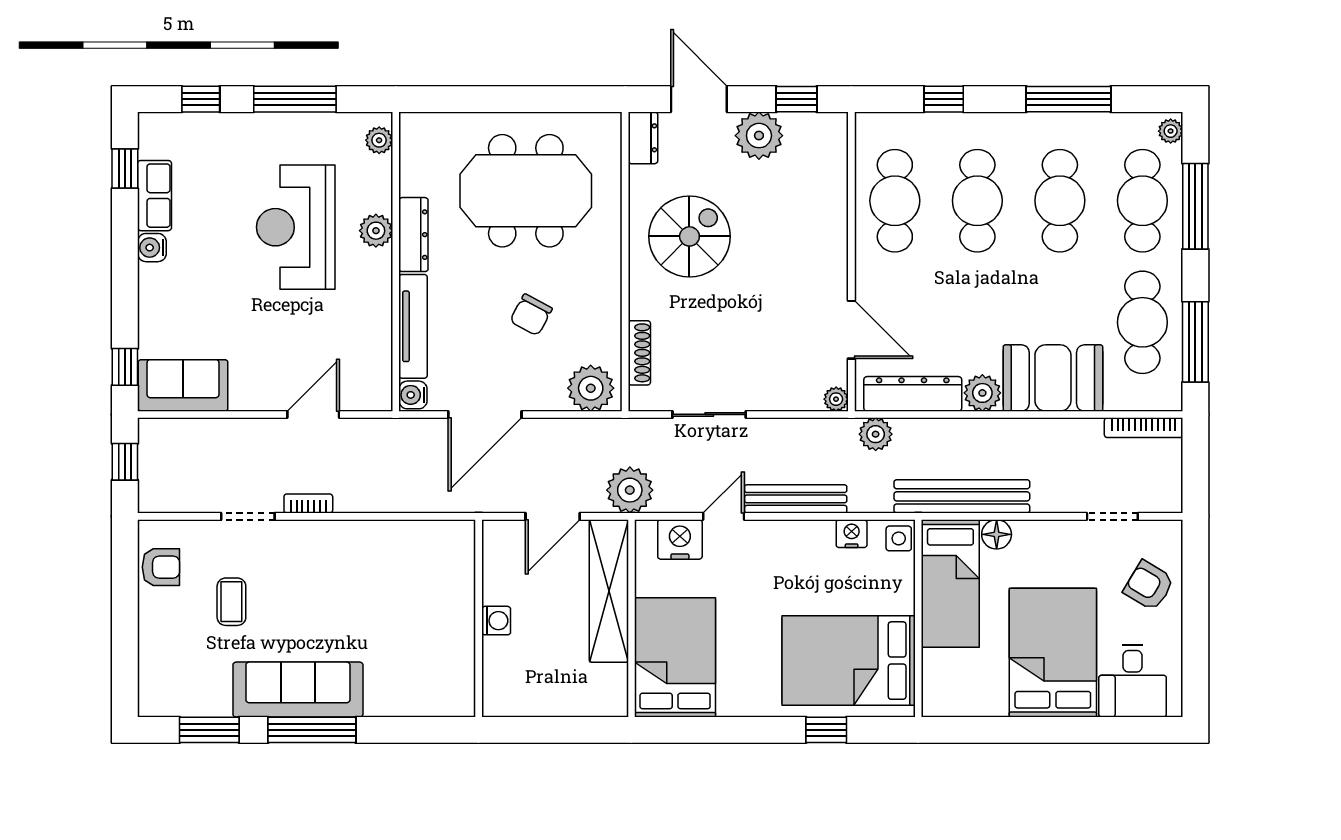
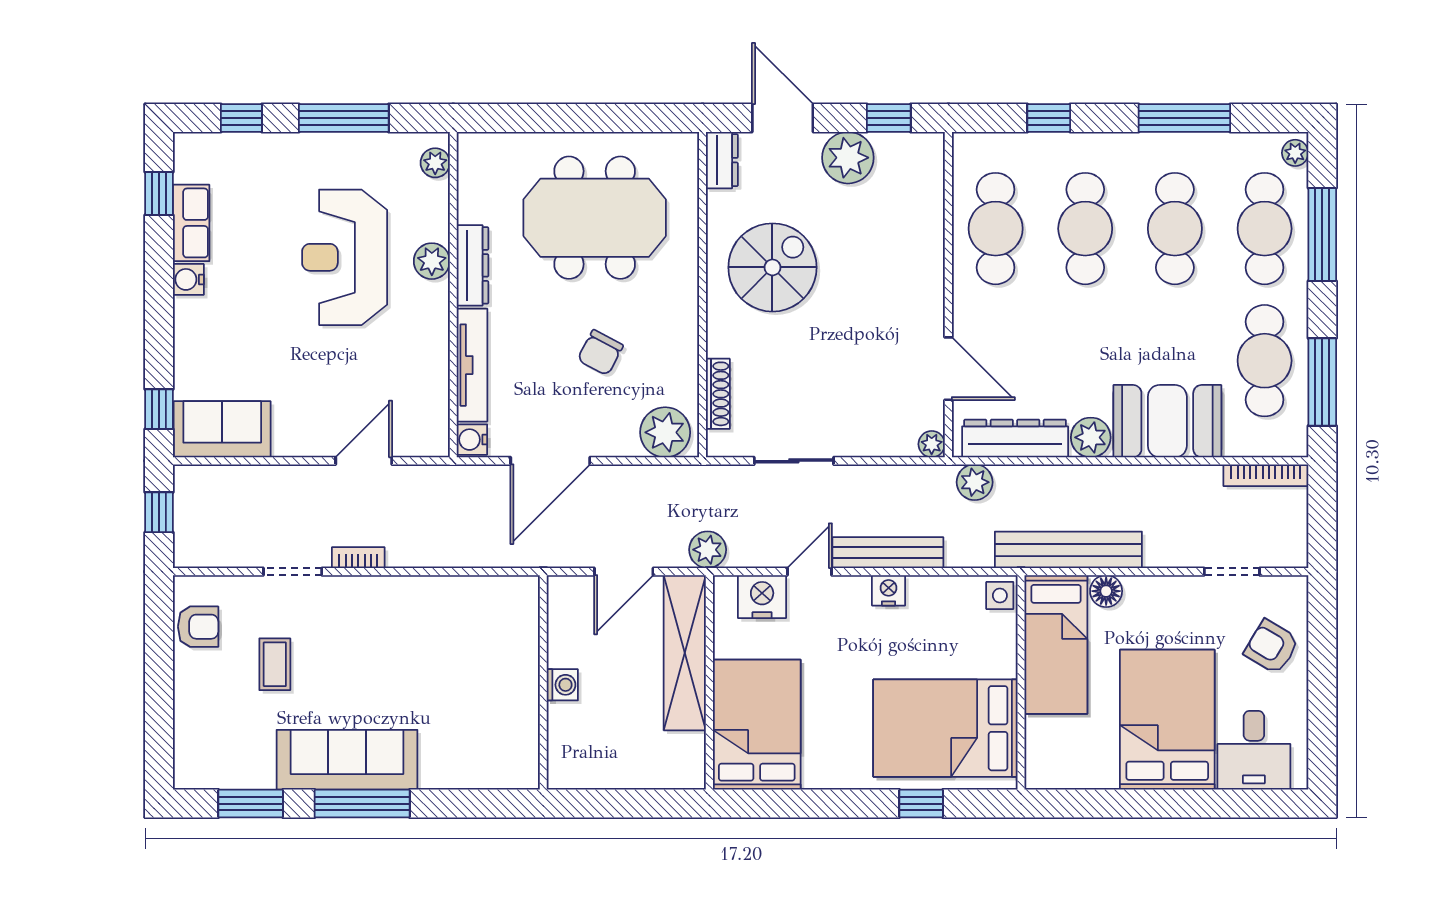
plant: (630, 490) -> (708, 550), width x0.73, depth x0.73
nightstand: (852, 534) -> (889, 590), moved

